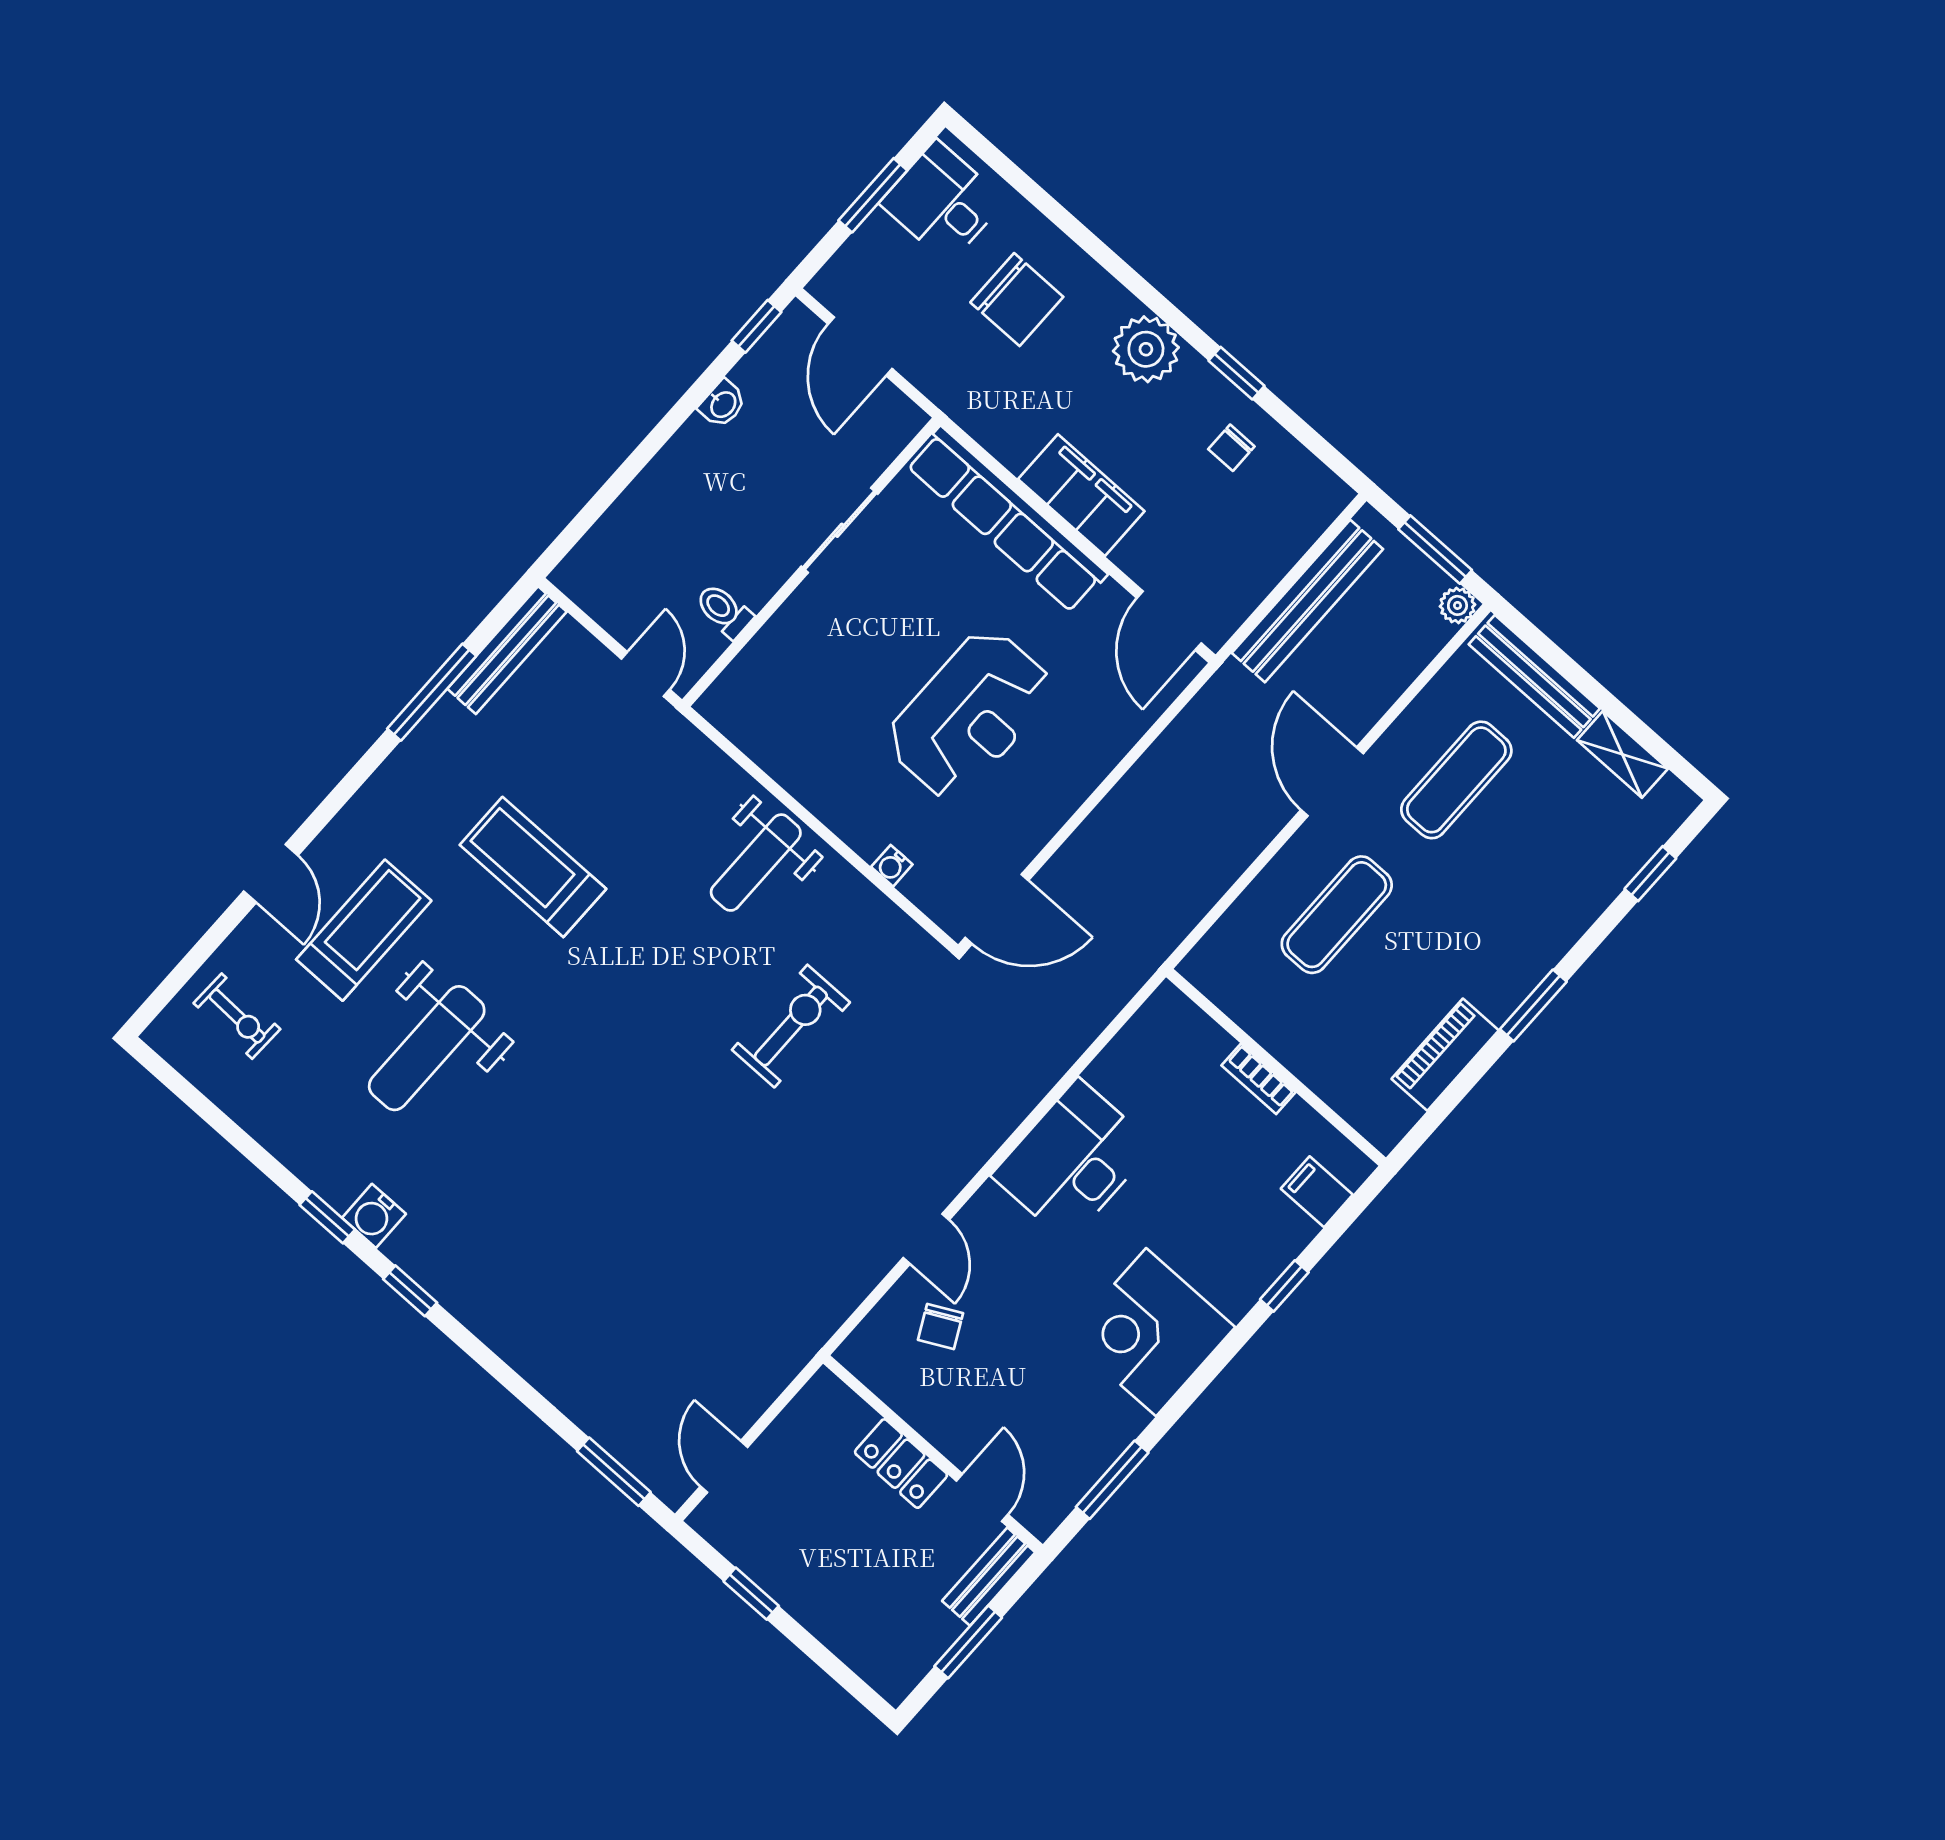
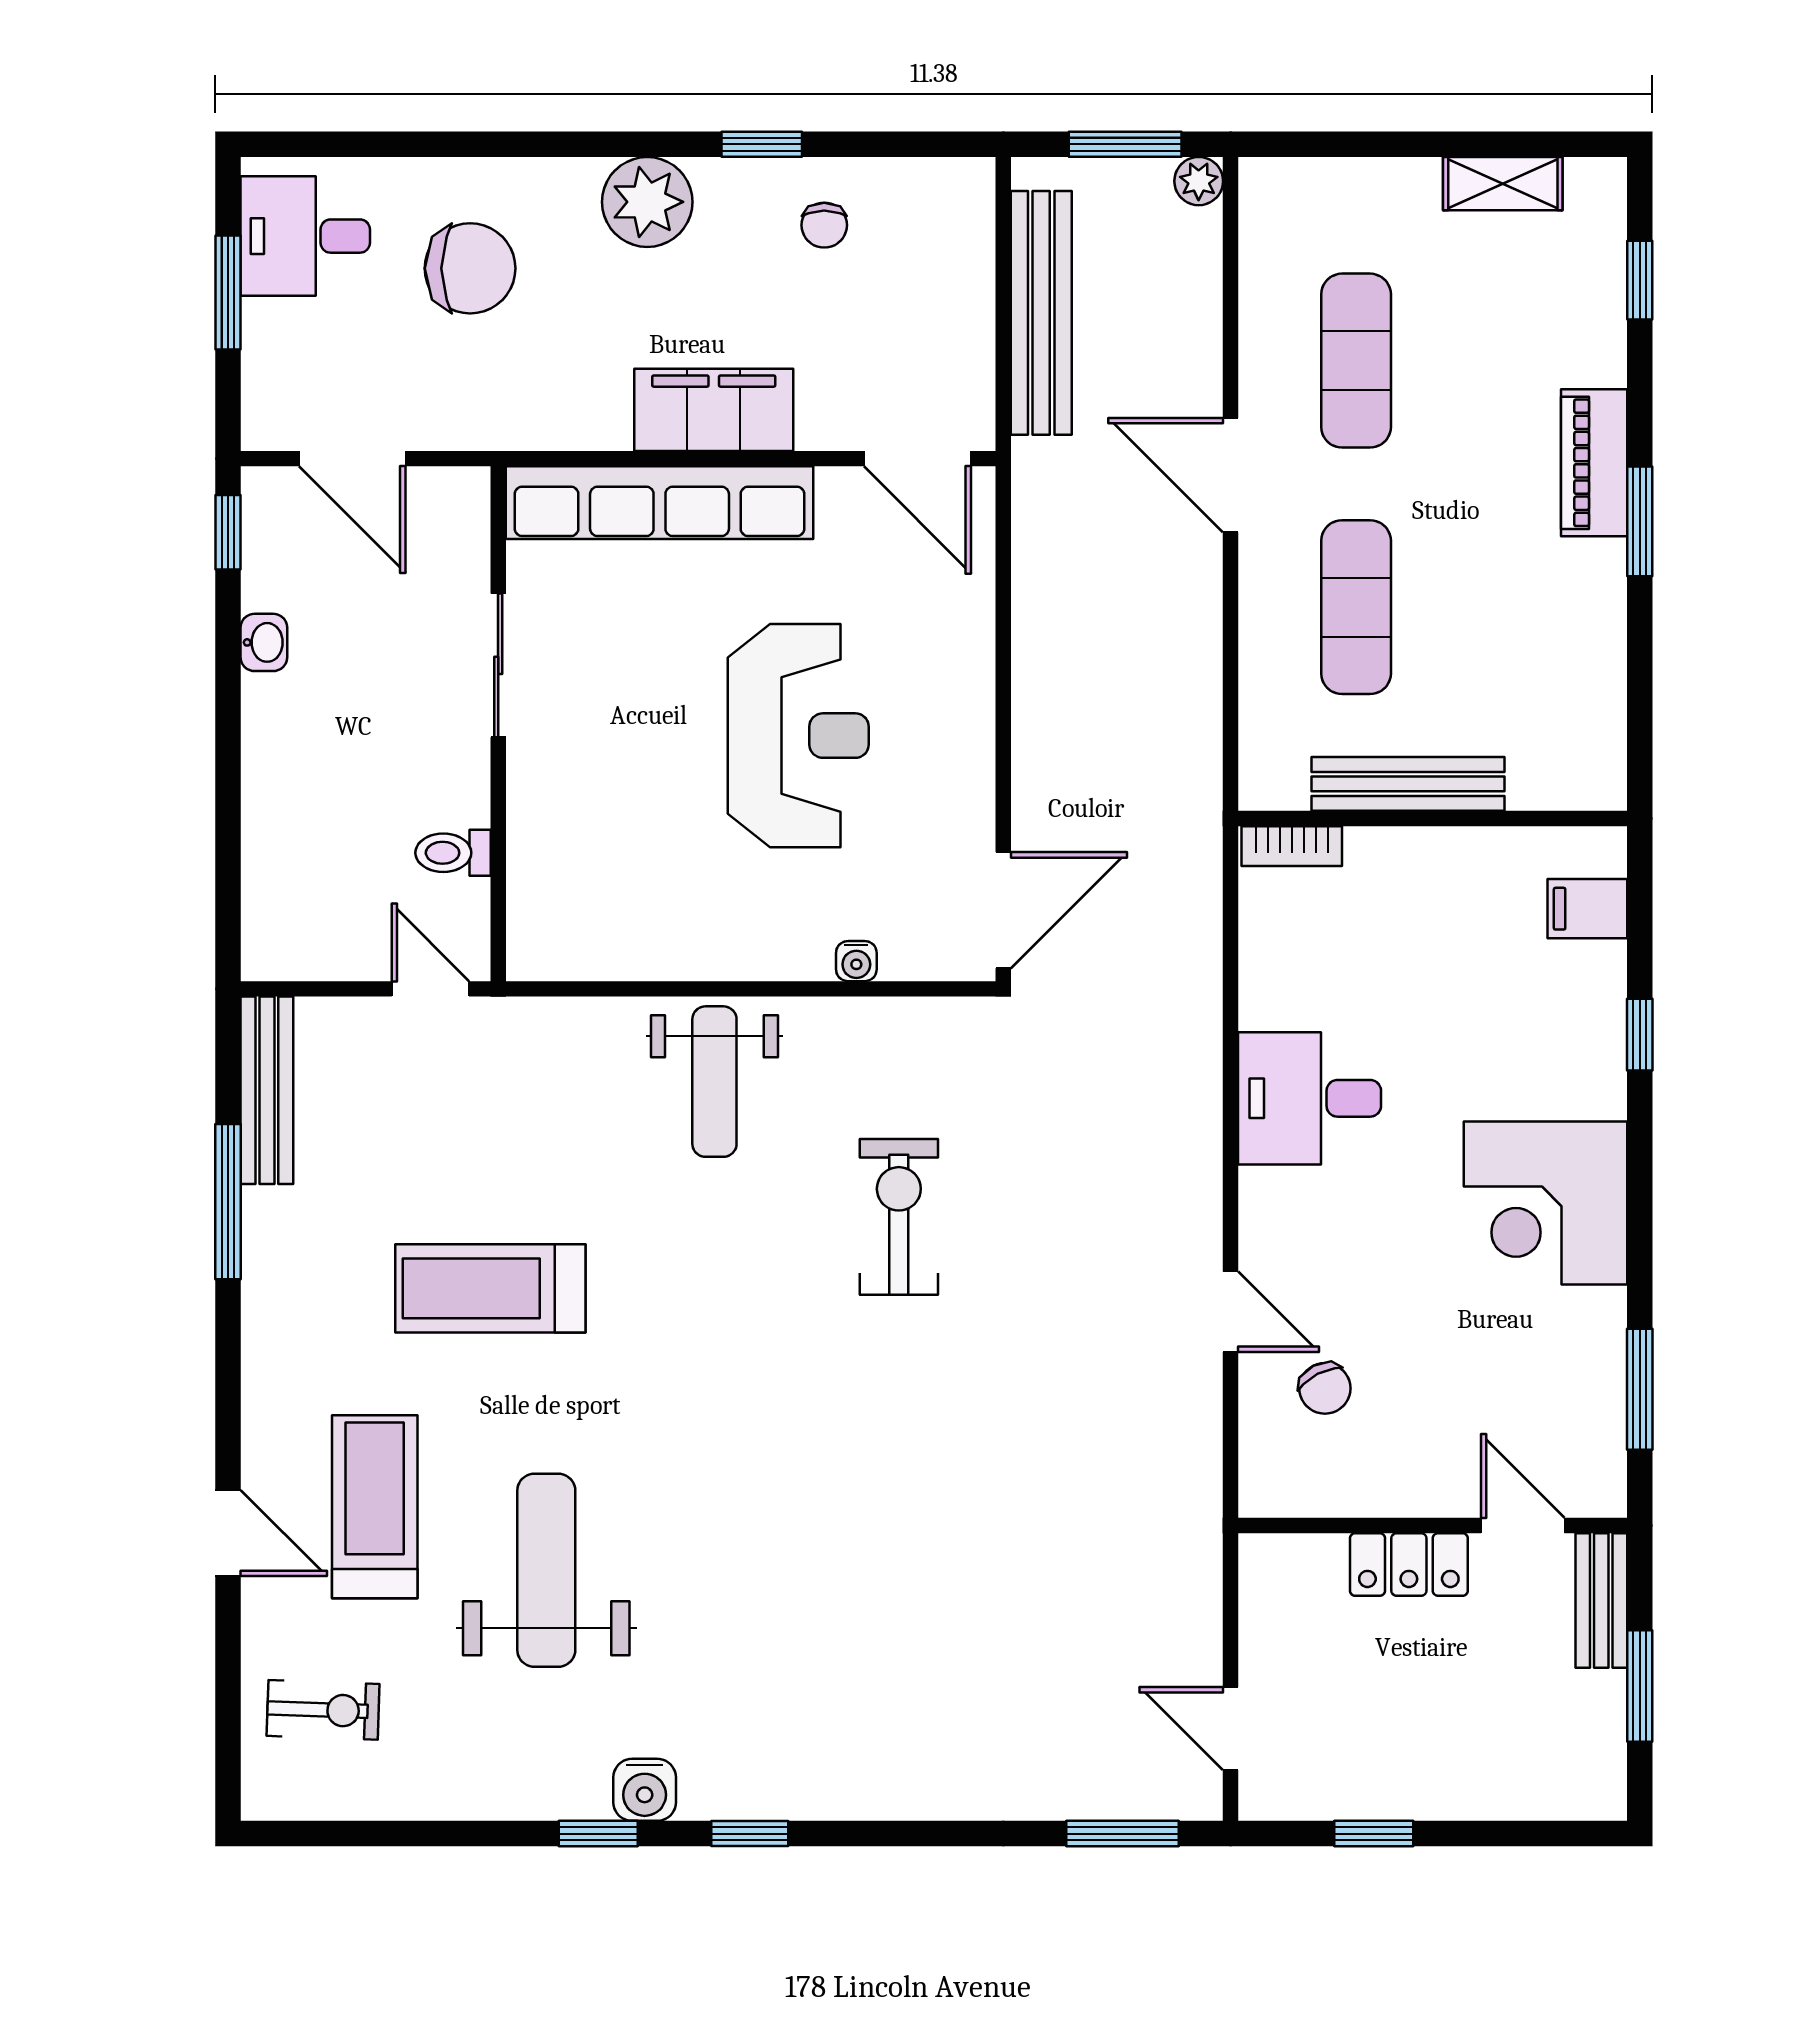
bench: (1534, 676) -> (1408, 784), moved
weight bench: (427, 1048) -> (546, 1570), turned 180
piano: (1445, 1055) -> (1594, 463), moved
bookcase: (1259, 1079) -> (1292, 846), moved
desk: (1073, 1161) -> (1310, 1098), width x0.73

